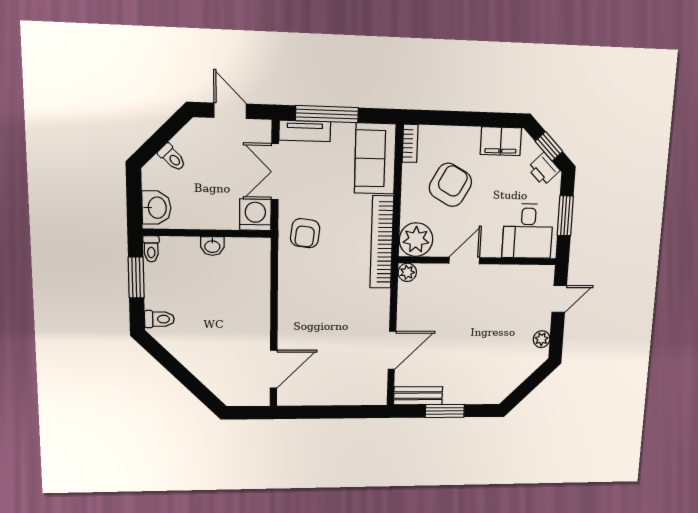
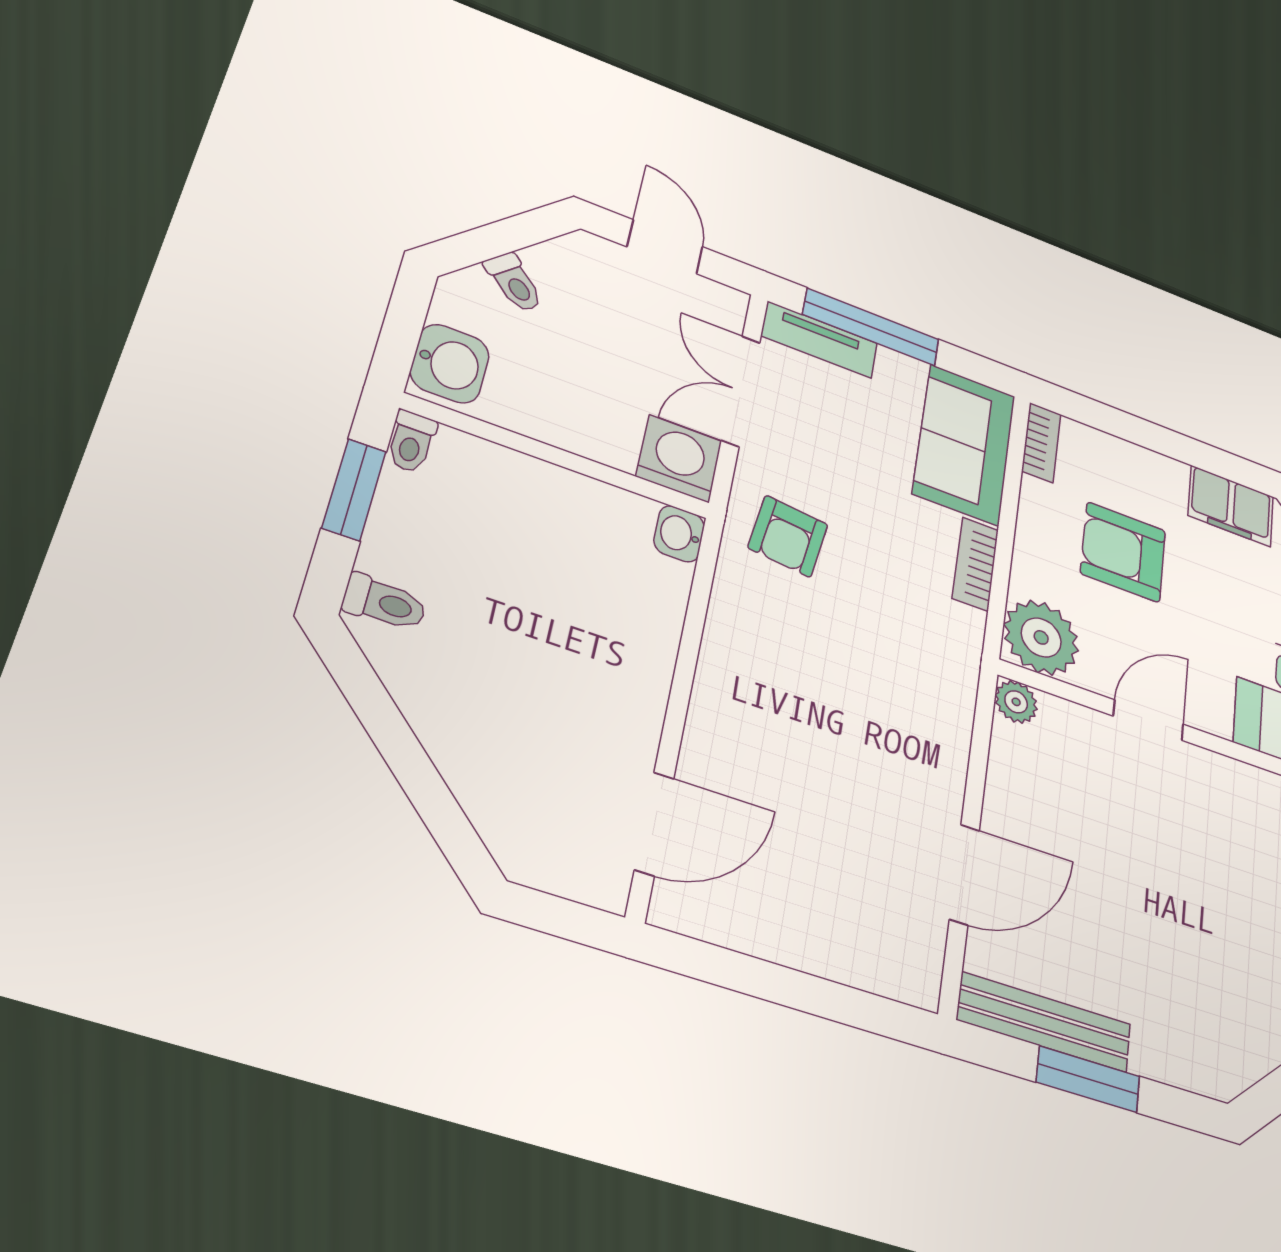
armchair: (450, 185) -> (1123, 552), turned -119
bookcase: (382, 242) -> (975, 564), width x0.43, depth x0.76
washbasin: (212, 246) -> (679, 534), moved, turned 90
bench: (418, 396) -> (1044, 1022), width x1.36

